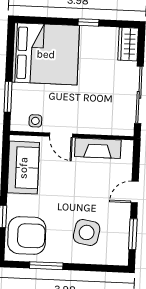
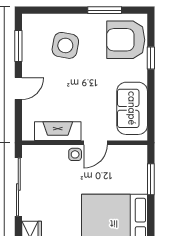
side table: (35, 121) -> (75, 154), moved
door: (61, 135) -> (95, 143), swing flipped

